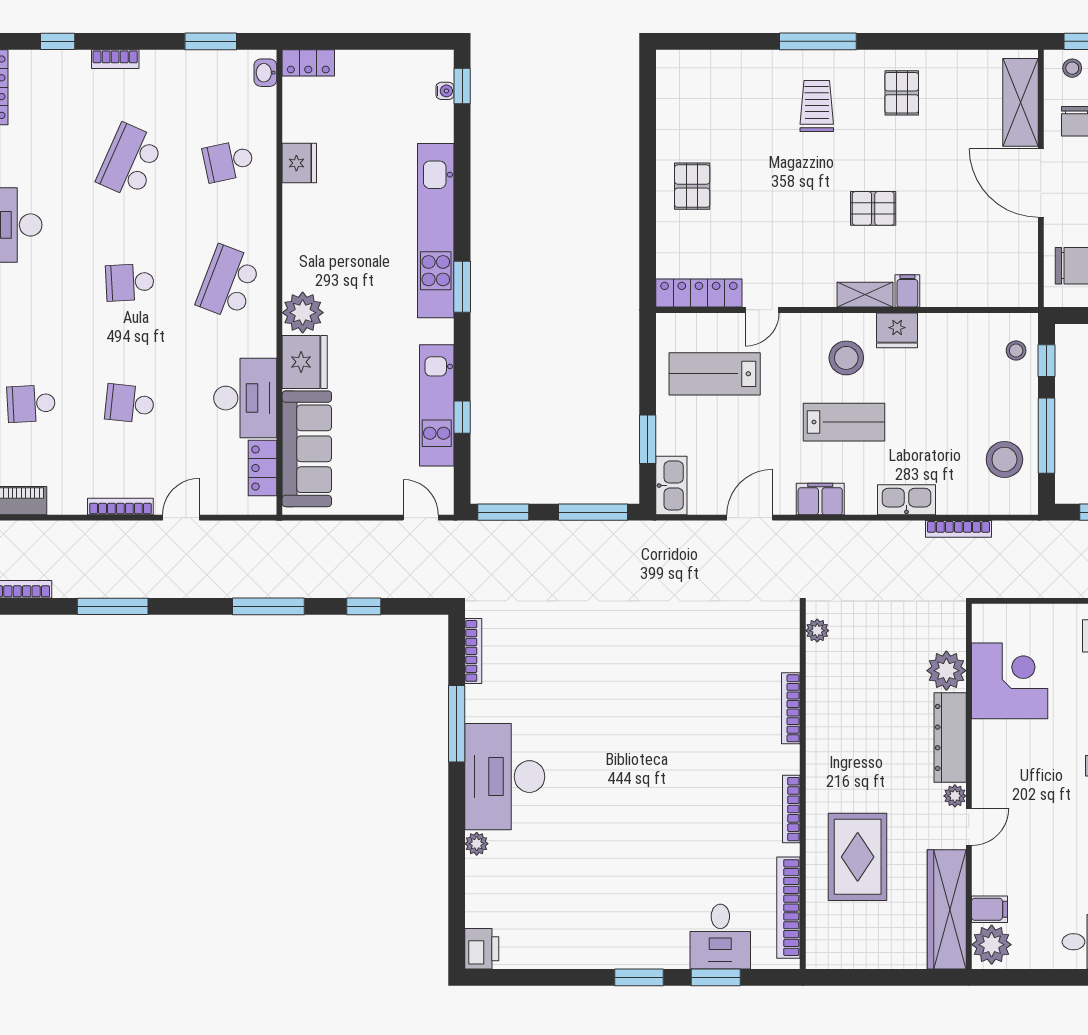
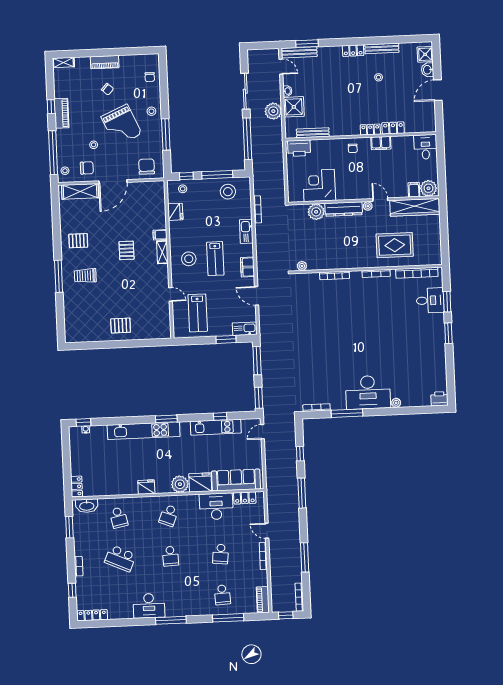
washbasin: (265, 73) -> (87, 506), width x1.91, depth x1.45
fridge: (299, 163) -> (146, 487), moved
school desk: (228, 282) -> (169, 515), width x0.54
locker: (699, 293) -> (165, 321), removed
fridge: (897, 330) -> (175, 212), moved
lab bench: (844, 422) -> (215, 259), turned 180

